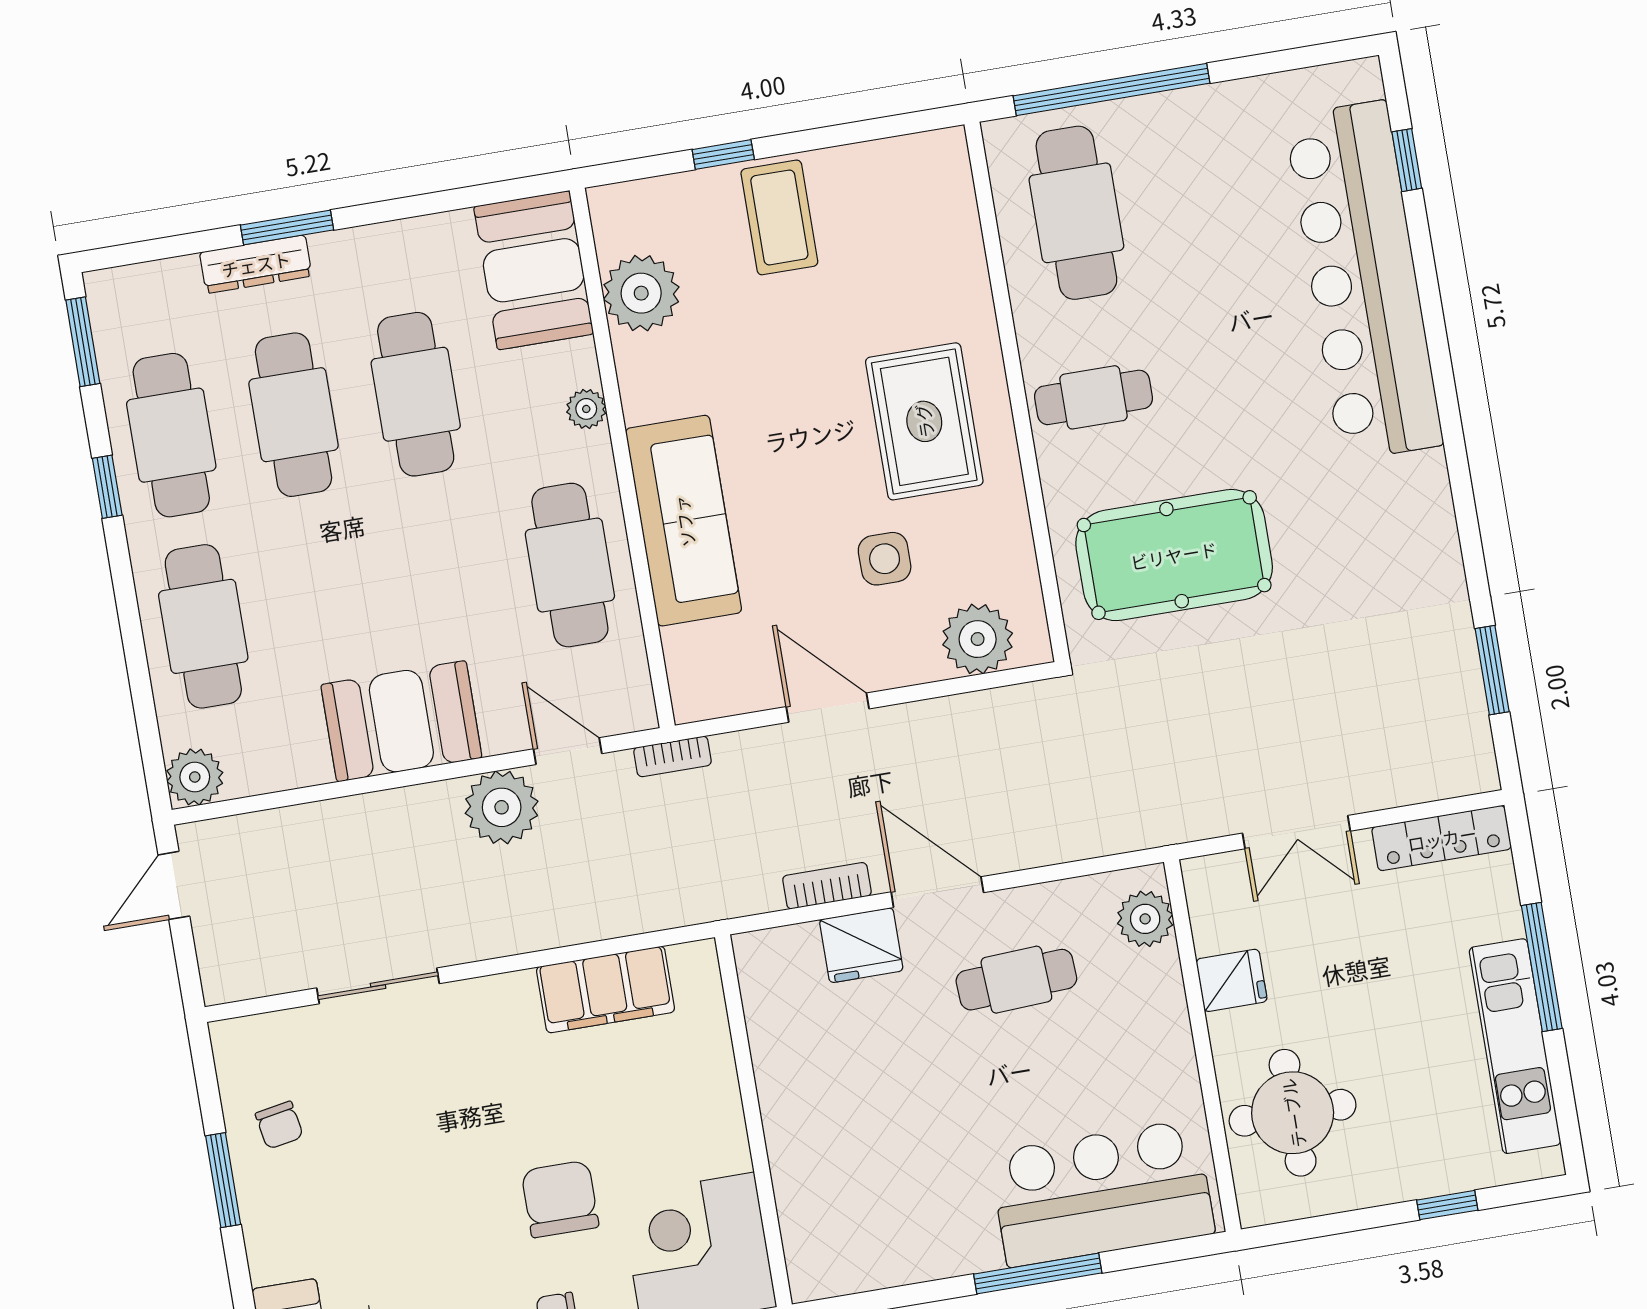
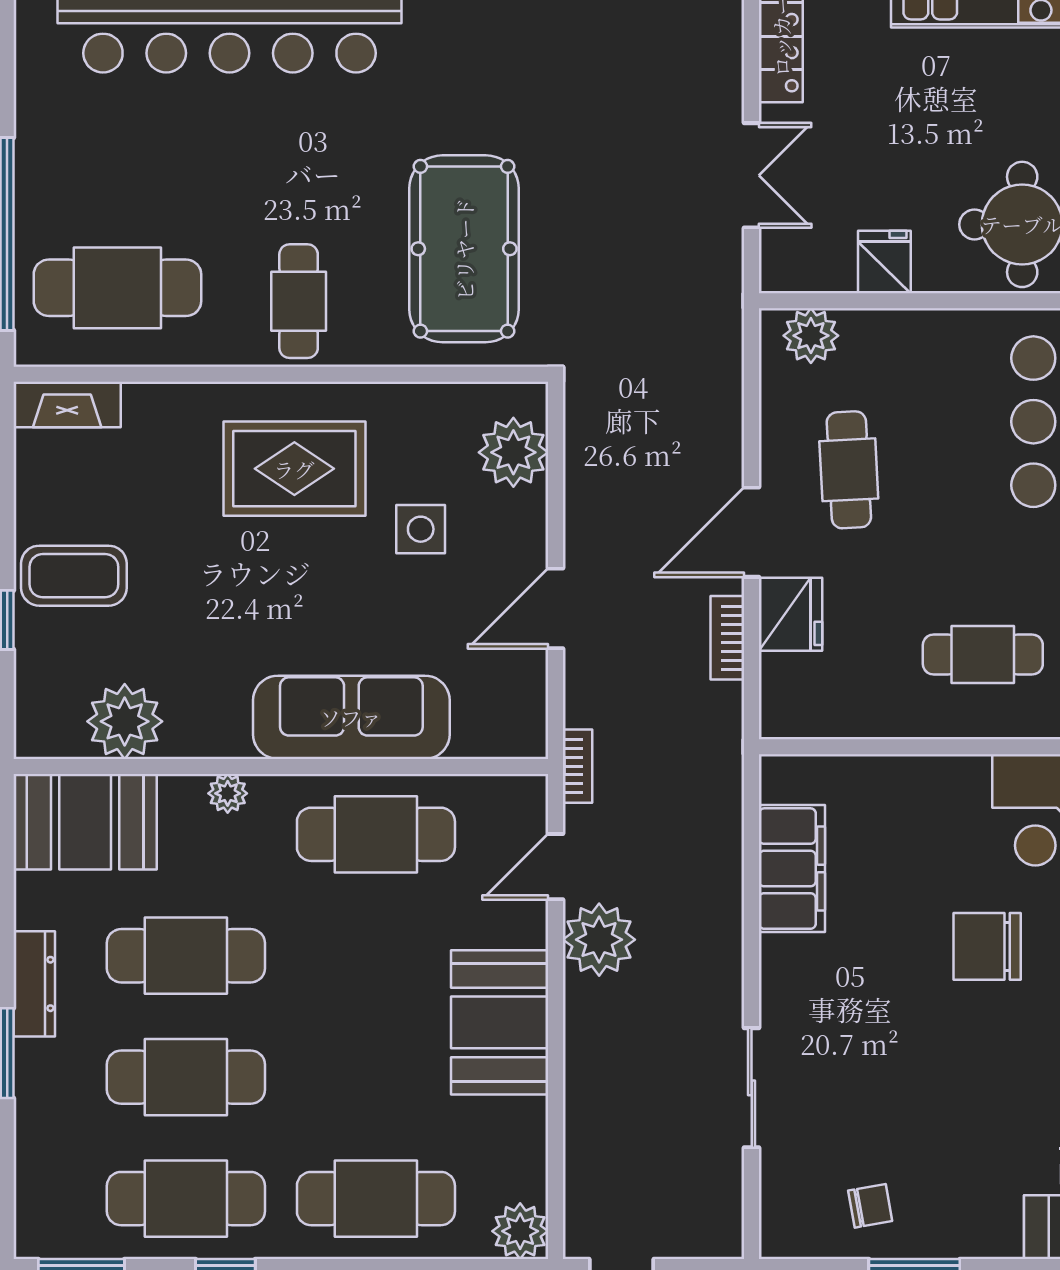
fireplace: (951, 182) -> (67, 404), added
dresser: (256, 264) -> (34, 984), moved
cafe table: (853, 1146) -> (983, 655), added

